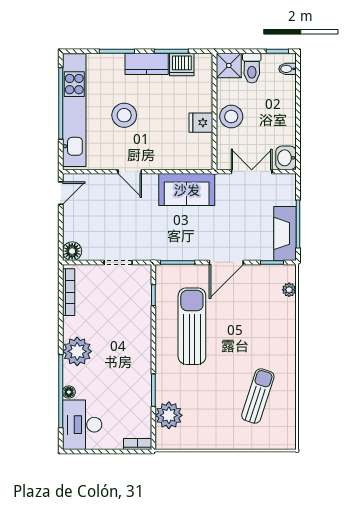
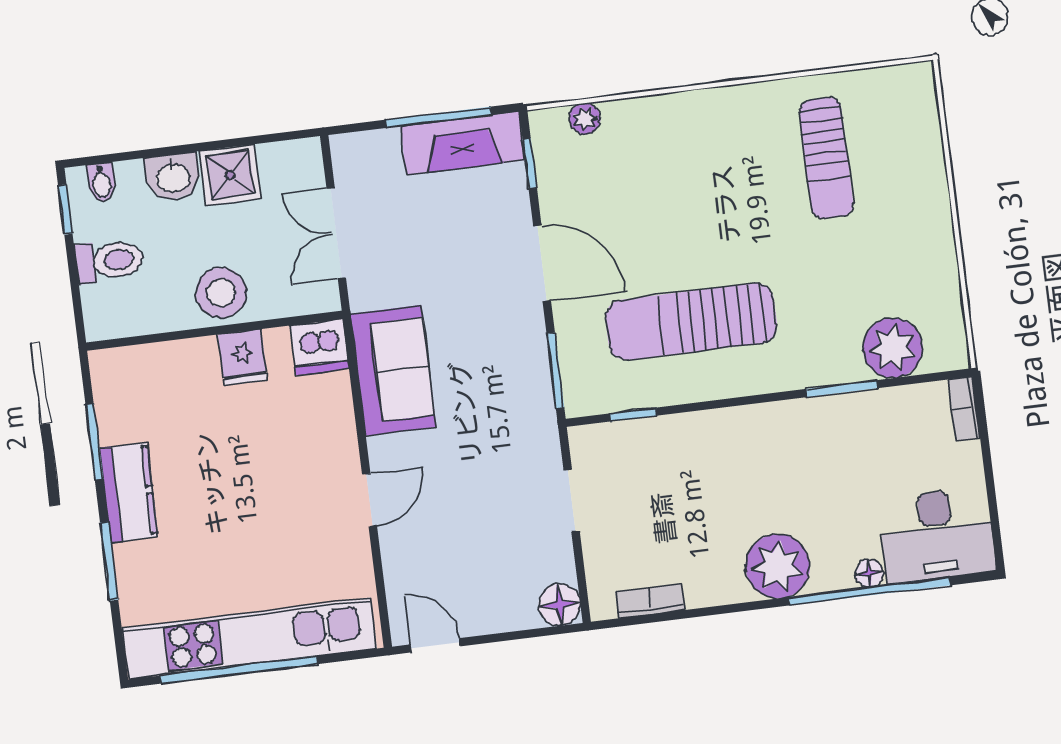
dishwasher: (182, 64) -> (319, 347), moved, turned 90
shower: (229, 65) -> (230, 175), moved
stool: (124, 115) -> (247, 528), removed
washbasin: (286, 158) -> (173, 177), moved
bookcase: (69, 292) -> (650, 601), width x0.64
sun lounger: (258, 396) -> (826, 158), turned -108

